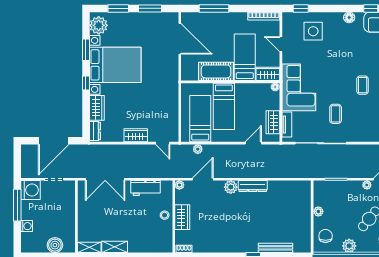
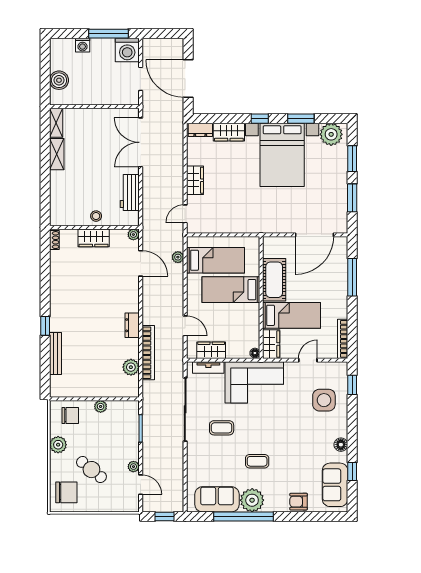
bookcase: (275, 173) -> (148, 353), added
dresser: (253, 186) -> (132, 325), width x0.70
plant: (231, 187) -> (131, 367), moved

